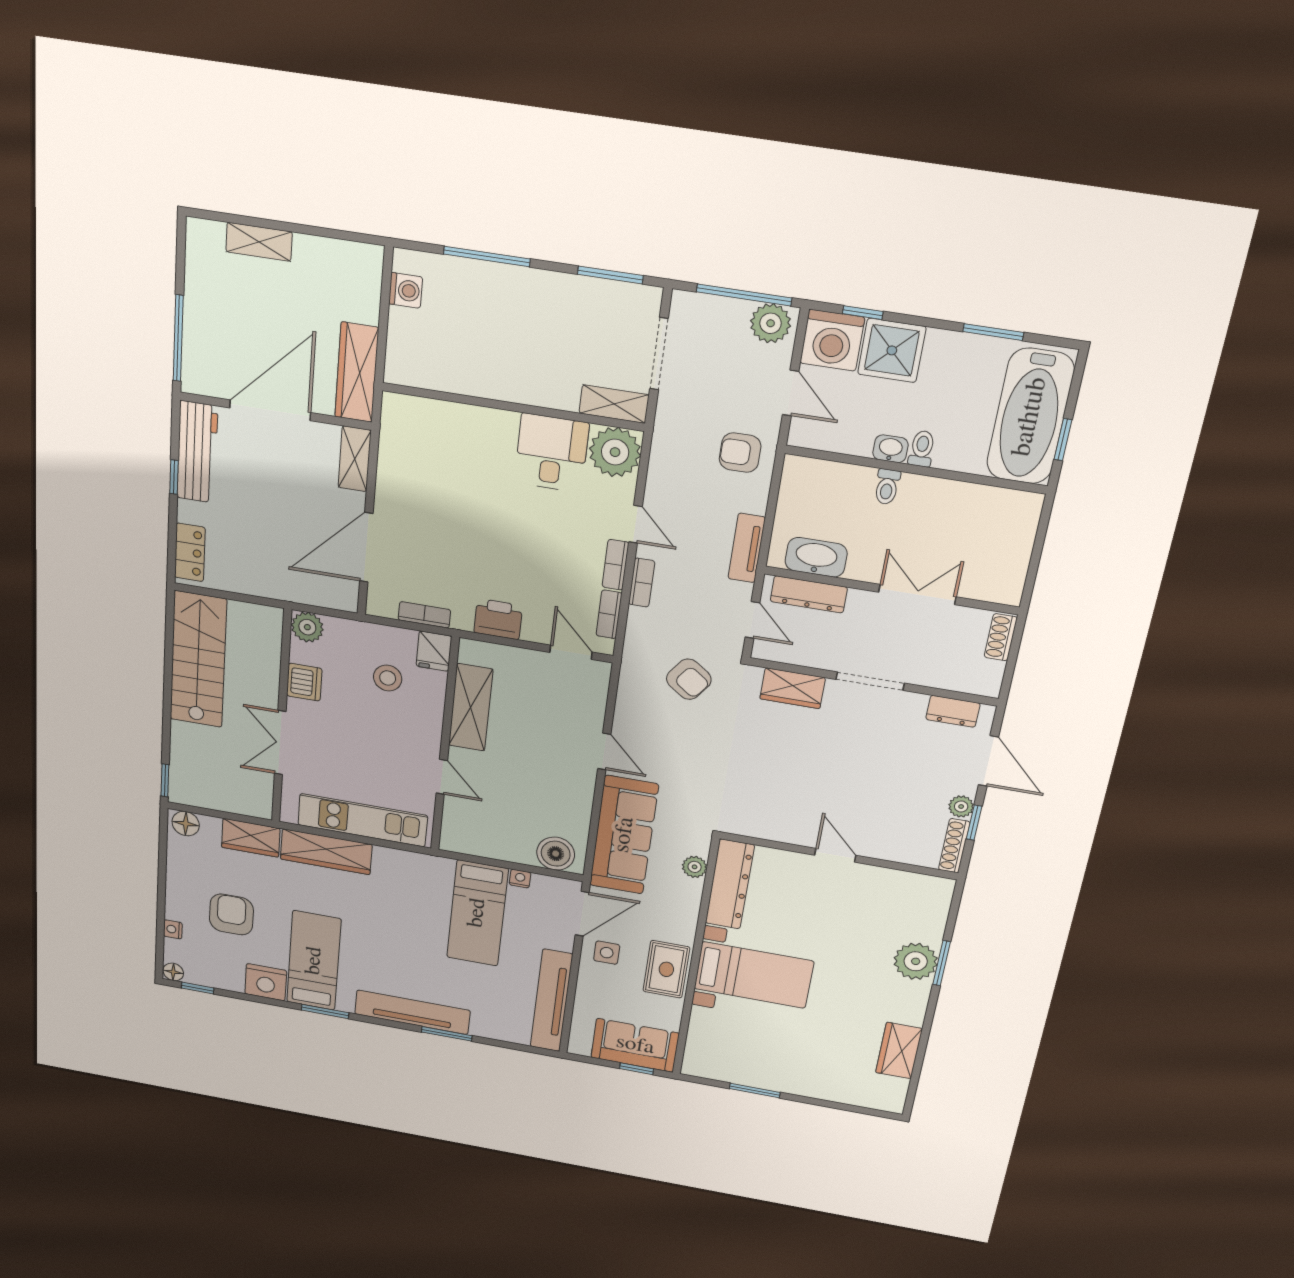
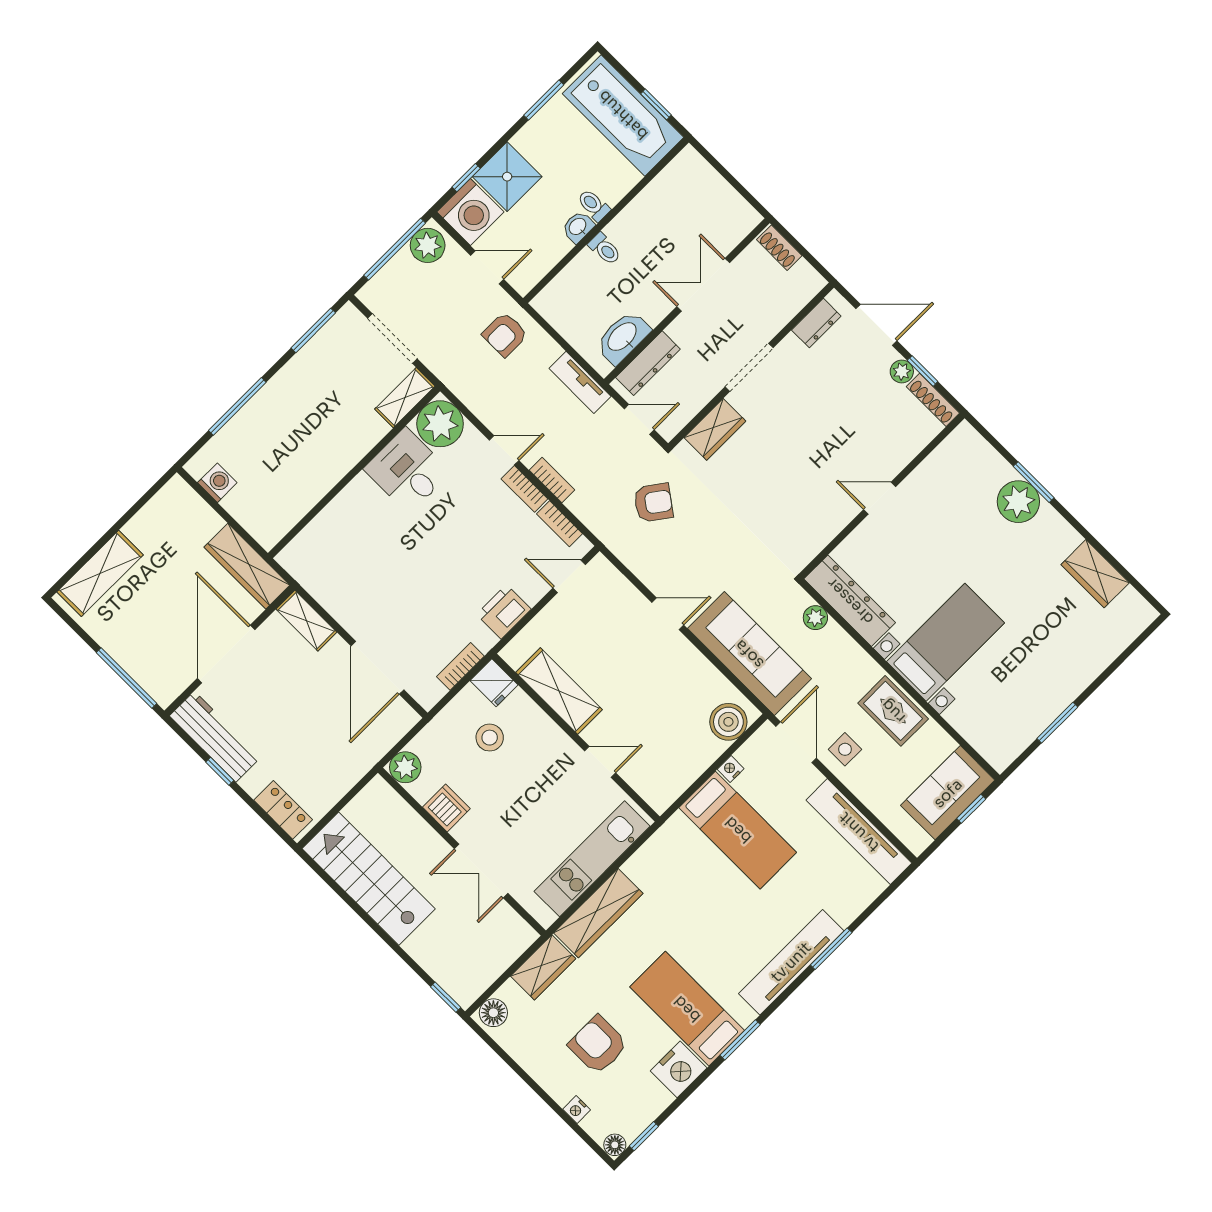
shelving: (259, 242) -> (100, 573), width x1.50, depth x1.33

